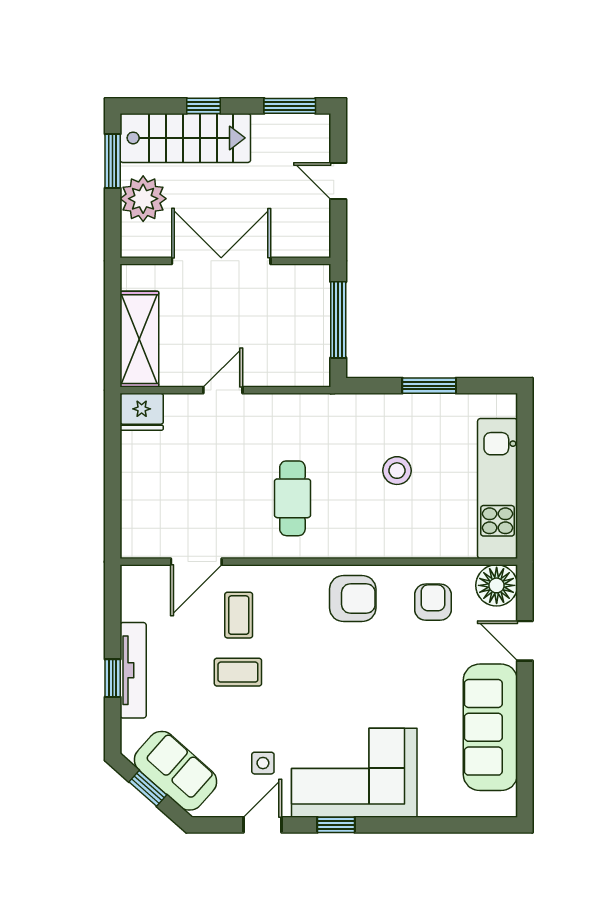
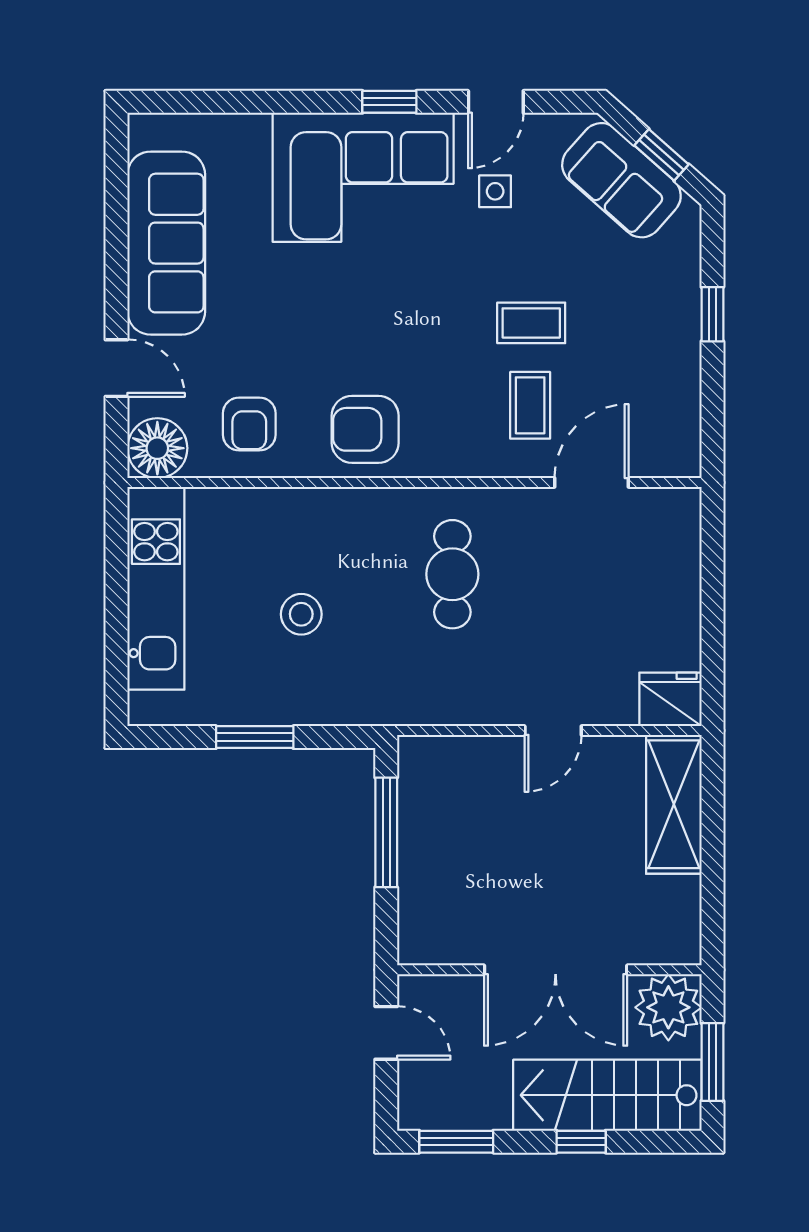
double door: (221, 261) -> (556, 970), moved
wall: (225, 261) -> (549, 970), moved
tv unit: (133, 670) -> (683, 325), removed

